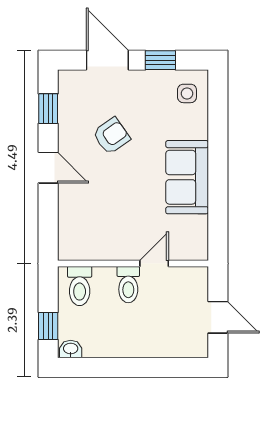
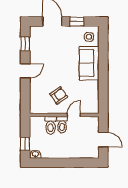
armchair: (111, 136) -> (59, 95), moved
door: (48, 168) -> (25, 71), hinge flipped
sofa: (187, 177) -> (89, 63), moved
toilet: (80, 286) -> (51, 125), moved

